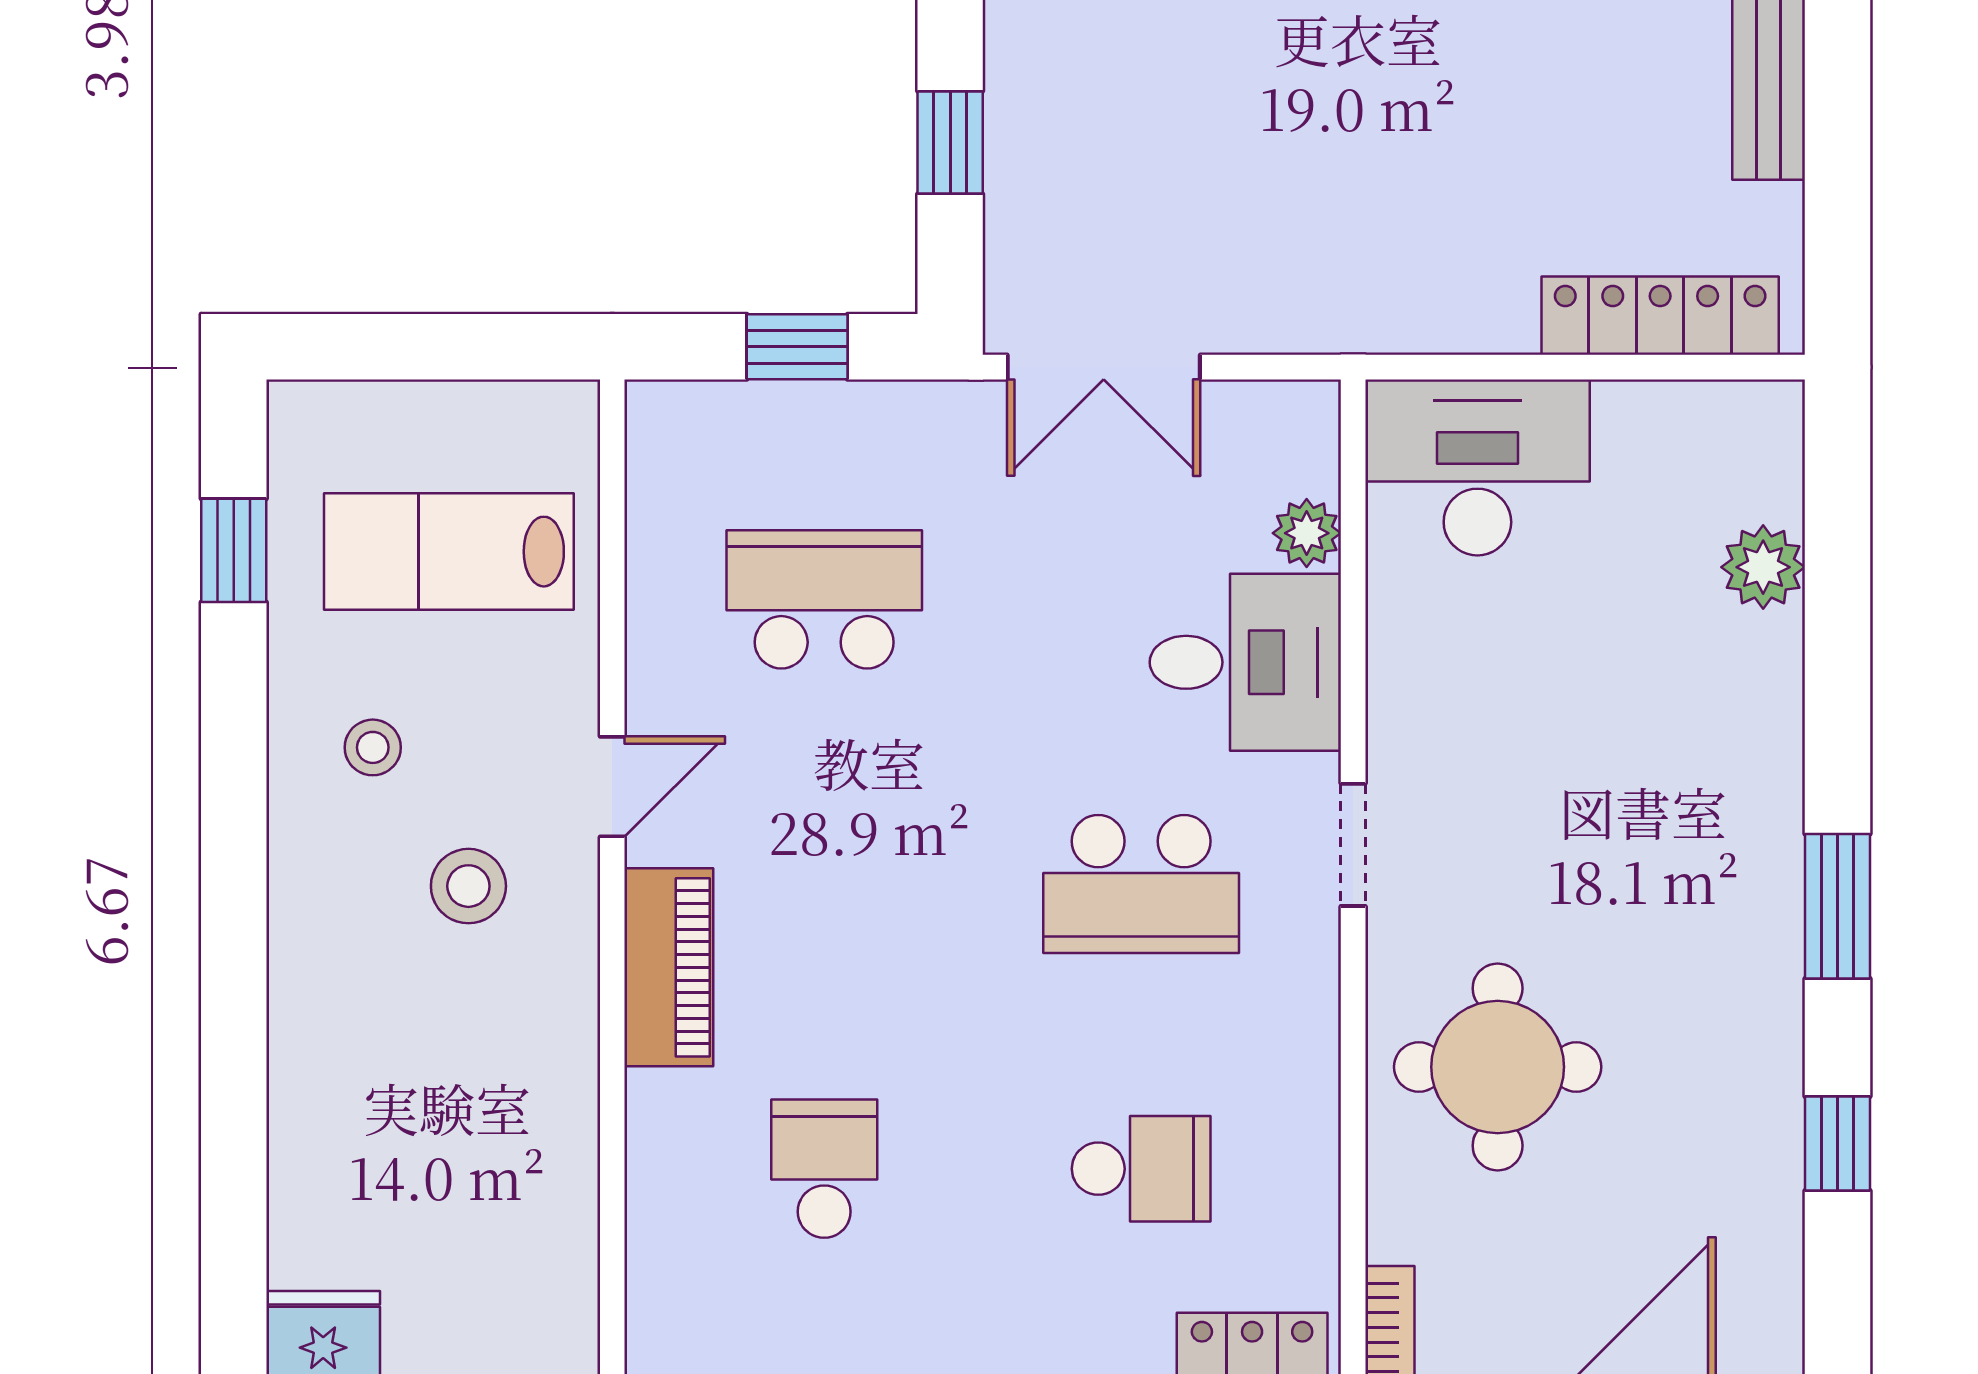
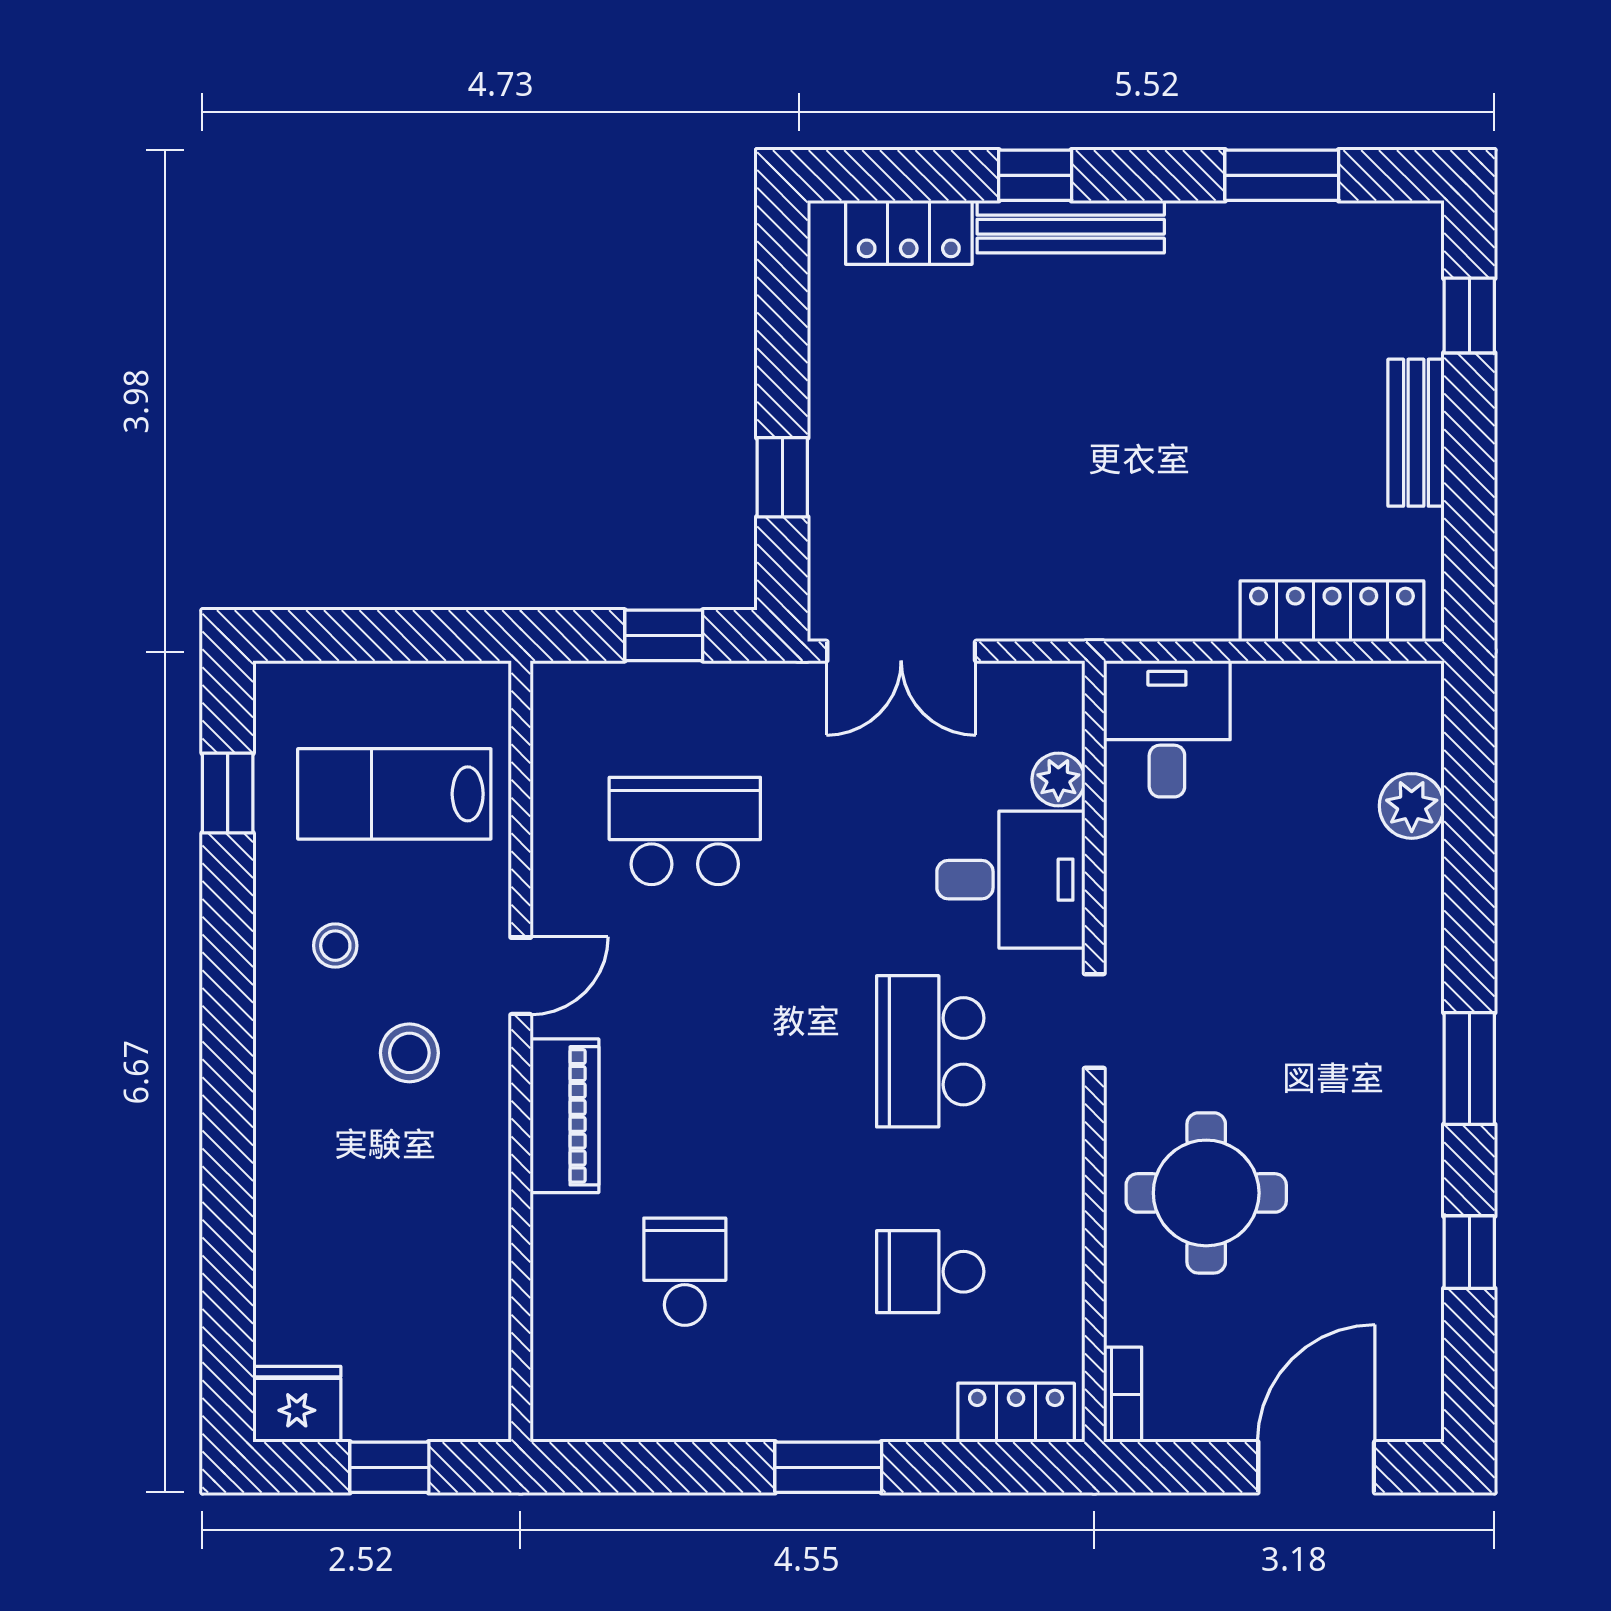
desk: (1477, 467) -> (1167, 729), width x0.73
school desk: (1141, 884) -> (930, 1051), turned 90
school desk: (1141, 1169) -> (930, 1272), turned 180

